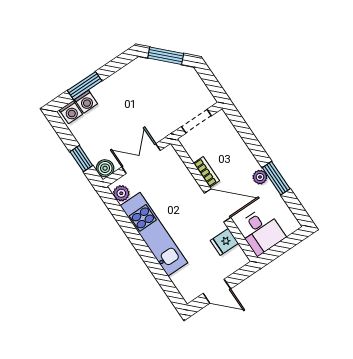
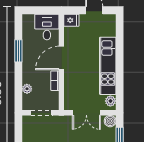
plant: (260, 177) -> (27, 89), moved
door: (217, 205) -> (61, 58), hinge flipped
fridge: (224, 242) -> (71, 20), moved

